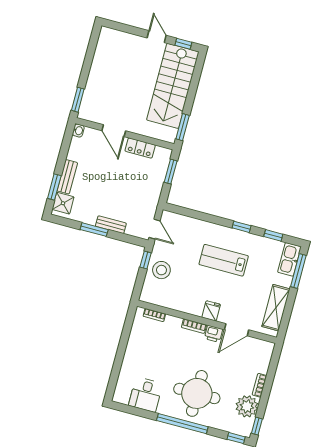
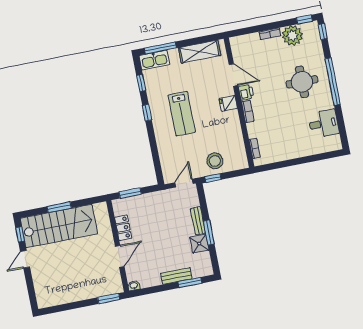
window: (183, 127) -> (59, 207), moved
shower: (63, 203) -> (199, 244), moved
round table: (197, 393) -> (302, 82), width x0.73, depth x0.73

